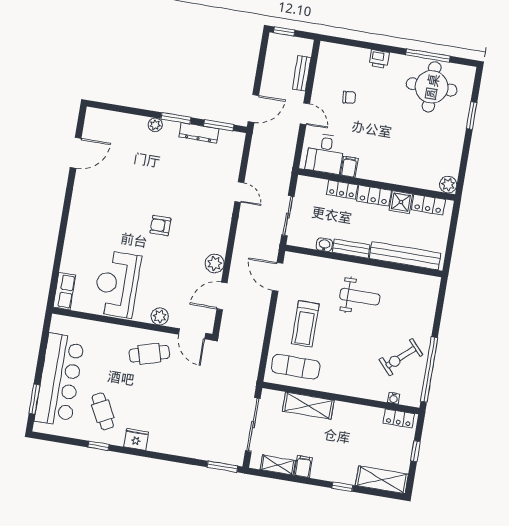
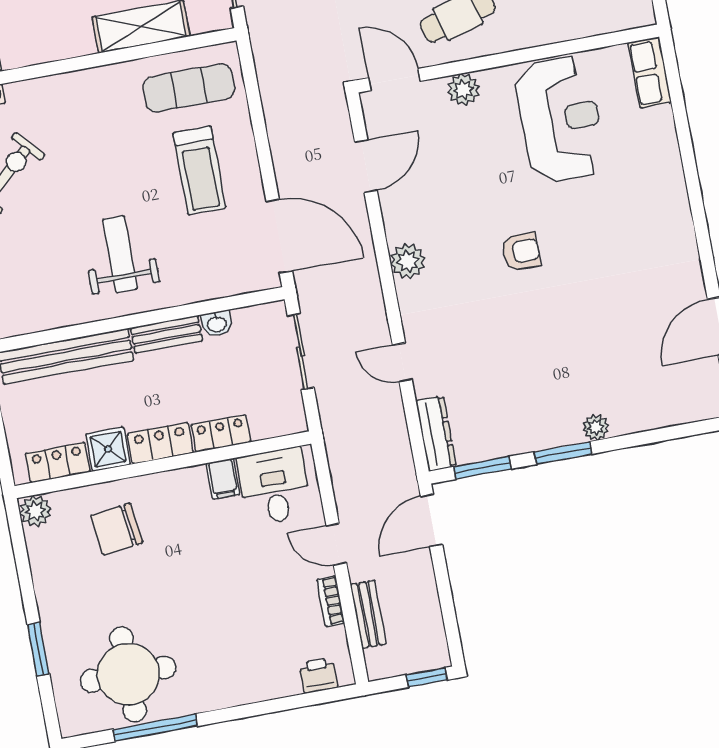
printer: (379, 59) -> (318, 675), moved
bookcase: (318, 87) -> (331, 601), added
chair: (349, 97) -> (117, 529), moved, width x1.87, depth x1.87
dresser: (199, 133) -> (436, 434), moved, turned 90
plant: (215, 263) -> (408, 261), moved
door: (278, 277) -> (279, 236), width x1.36
weight bench: (360, 297) -> (120, 254), turned 90
treadmill: (305, 324) -> (199, 170), turned 180

